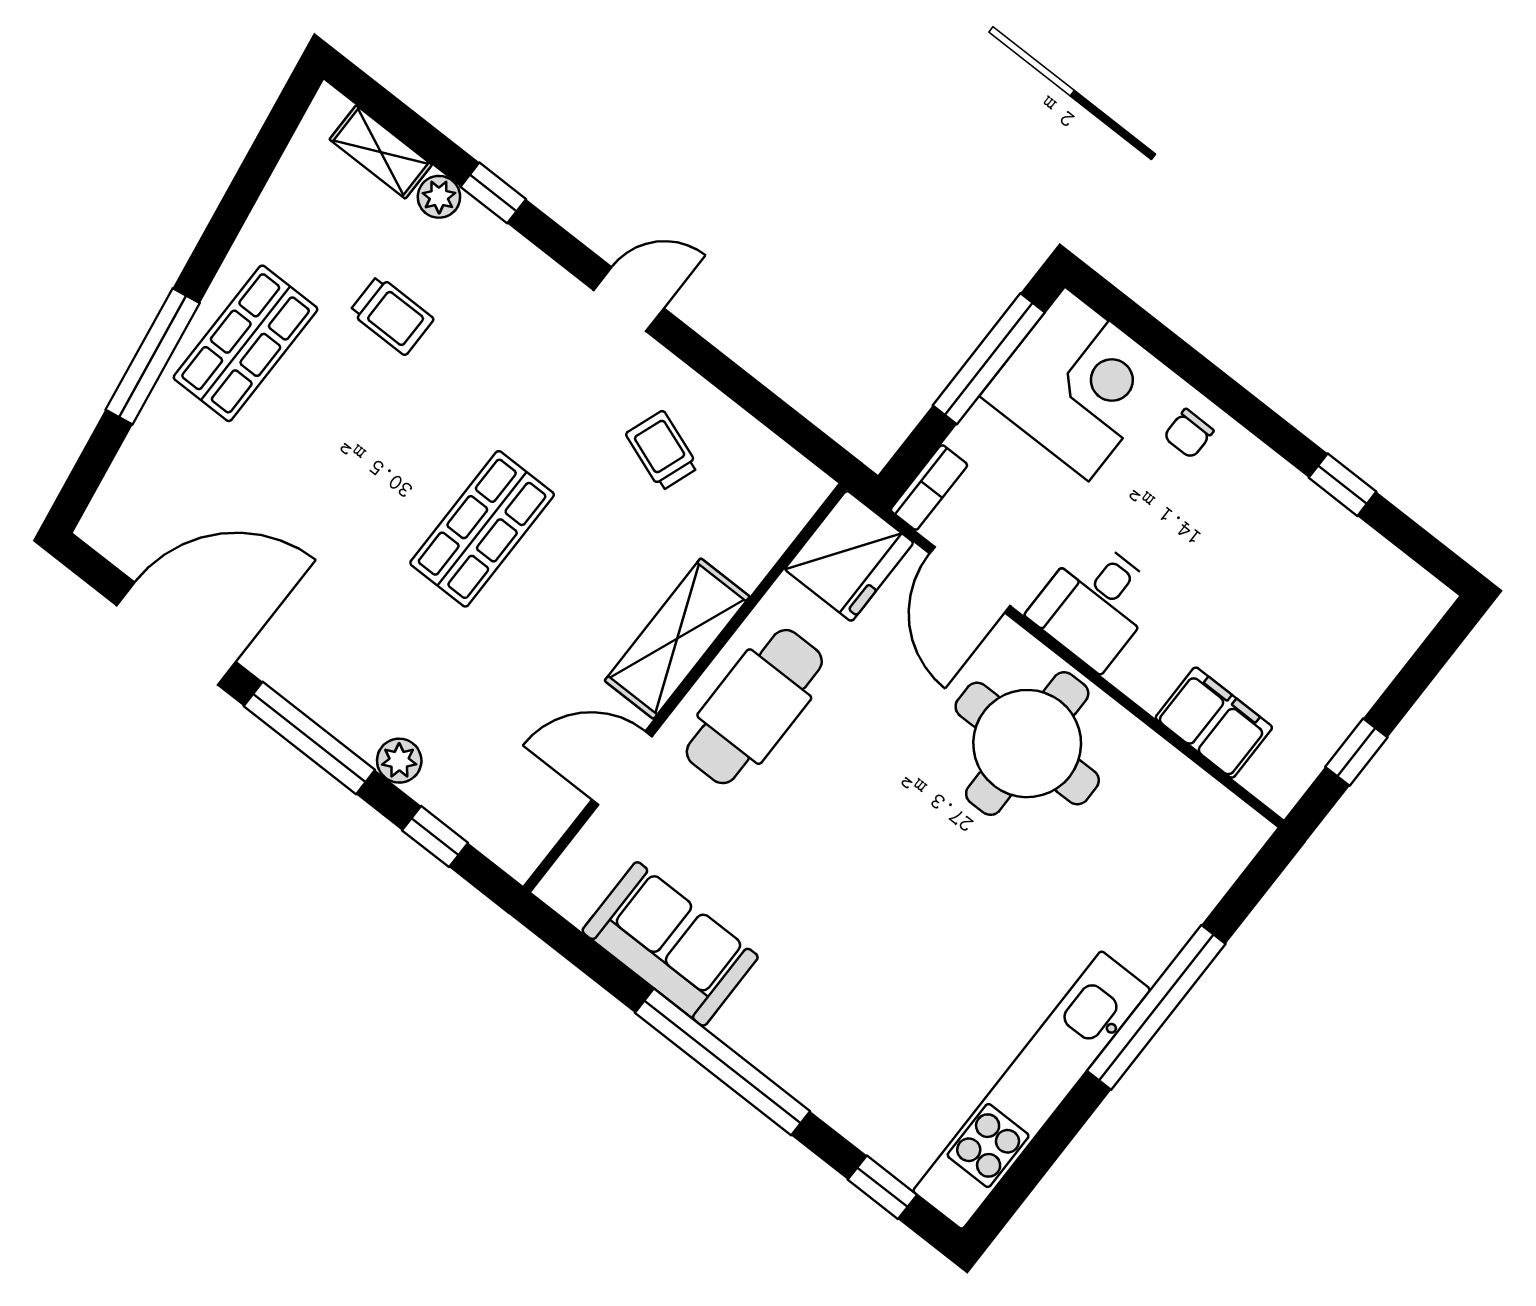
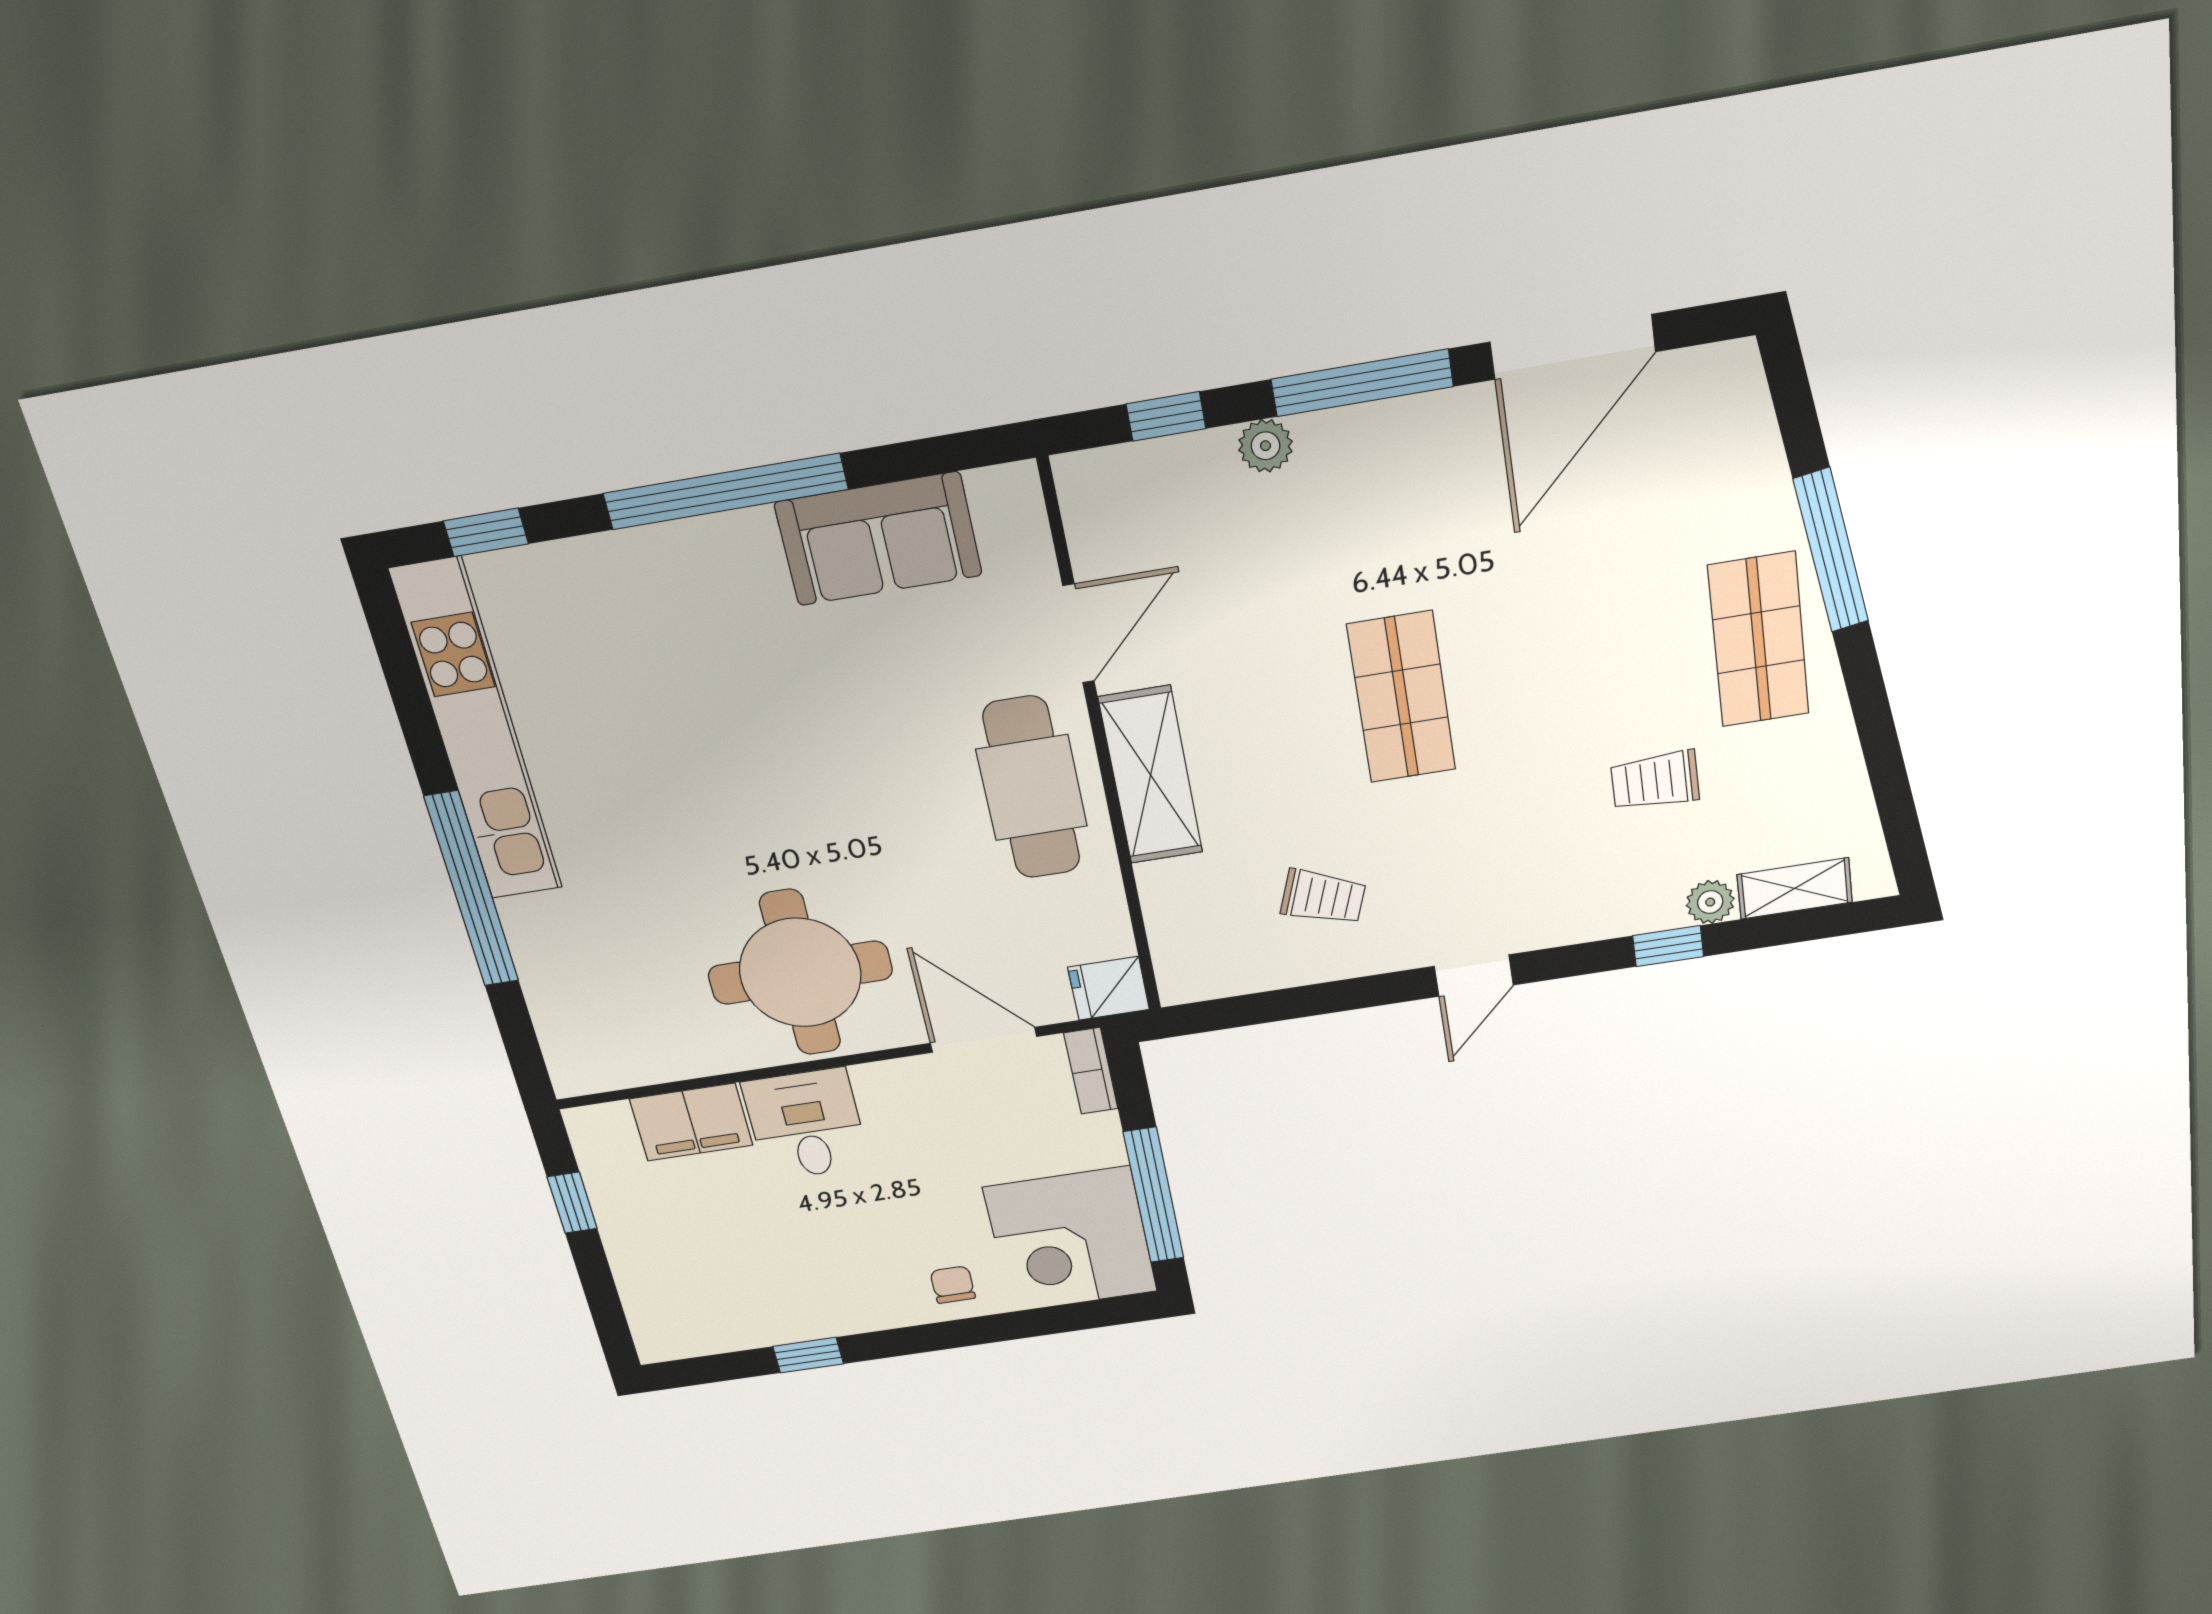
fridge: (849, 556) -> (1109, 988), width x0.53, depth x0.75
desk: (1095, 604) -> (806, 1124), moved

